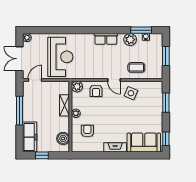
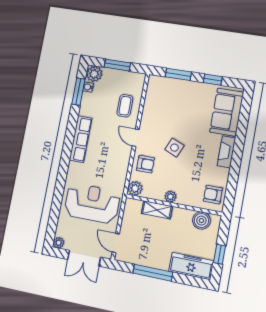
row of seats: (106, 39) -> (81, 139), width x1.48
plant: (130, 40) -> (94, 74), moved
door: (114, 80) -> (136, 138), swing flipped
side table: (131, 93) -> (174, 148), moved
armchair: (87, 131) -> (213, 195), moved
window: (166, 139) -> (213, 80), moved

